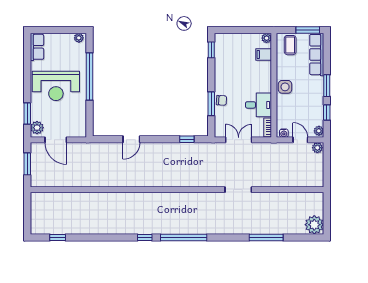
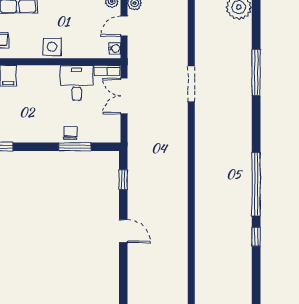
door: (131, 139) -> (123, 231), moved
double door: (239, 140) -> (124, 96), moved
doorway: (238, 190) -> (191, 84), moved

